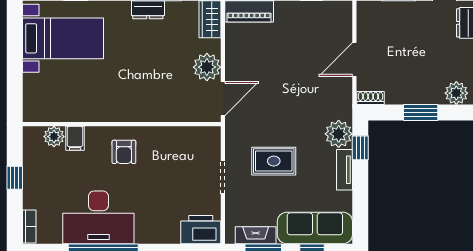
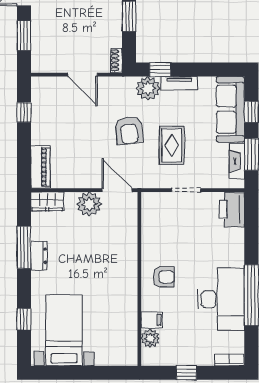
armchair: (291, 112) -> (129, 130), added

